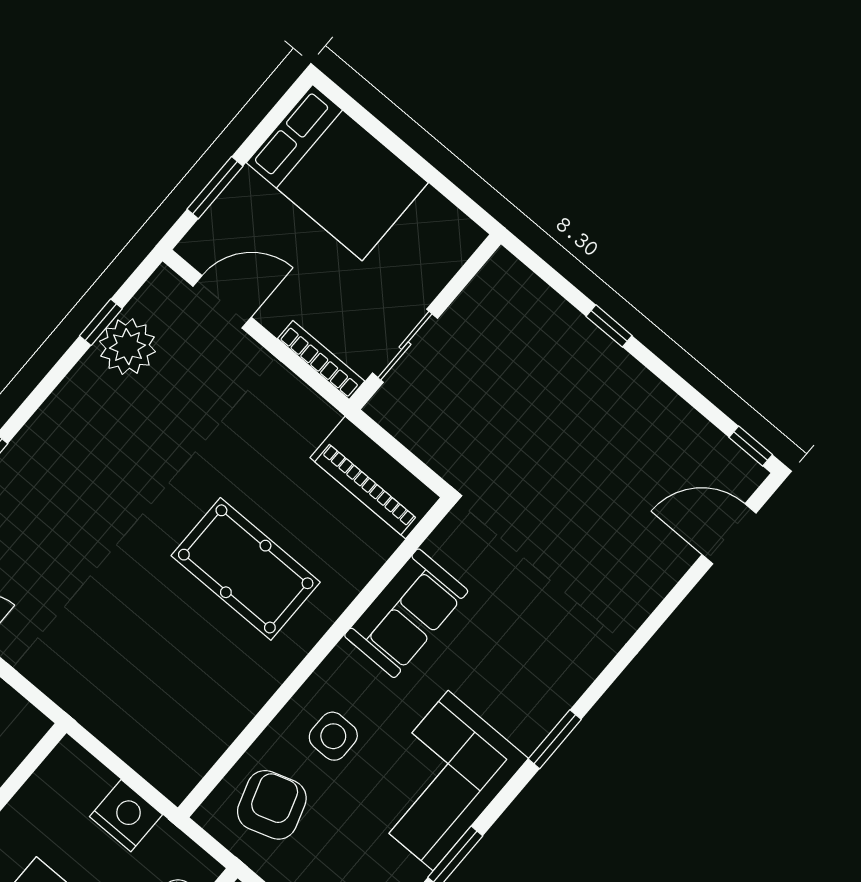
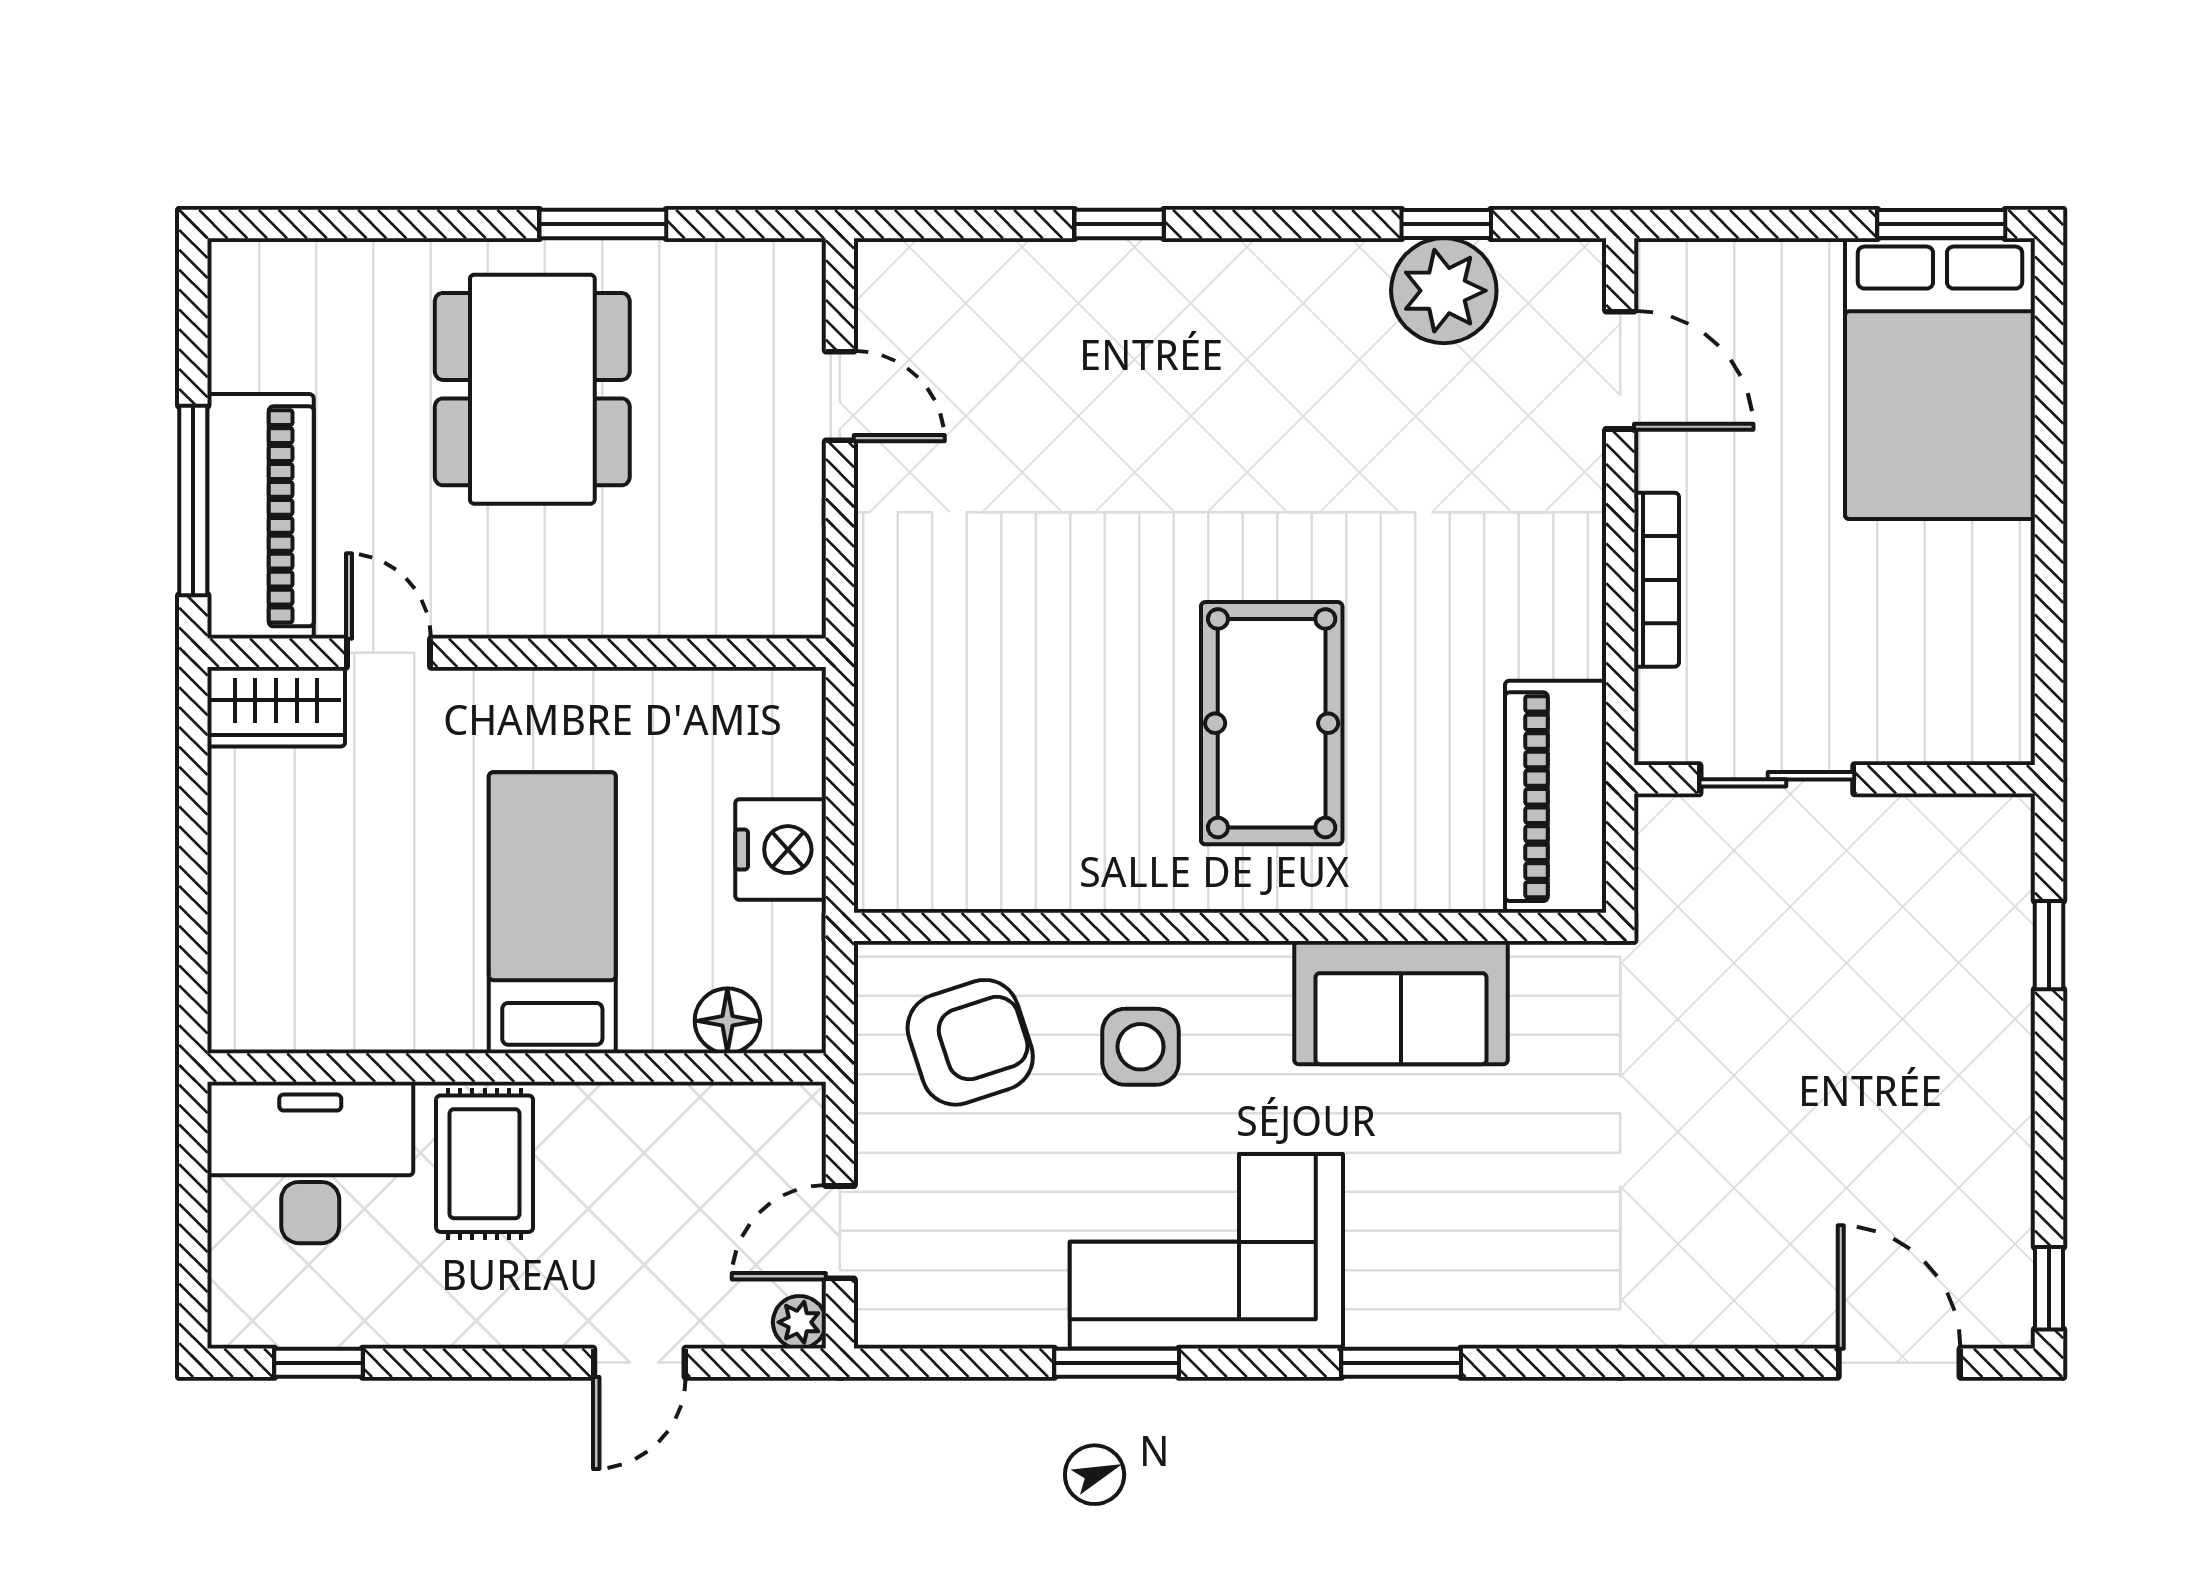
window: (215, 188) -> (1941, 224), moved
wall: (425, 322) -> (1835, 779), moved
sliding door: (405, 346) -> (1777, 779), moved

